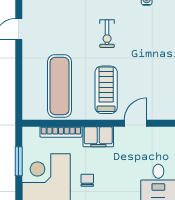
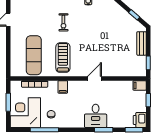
door: (135, 123) -> (94, 79), moved
filing cabinet: (98, 137) -> (63, 87), width x0.50

